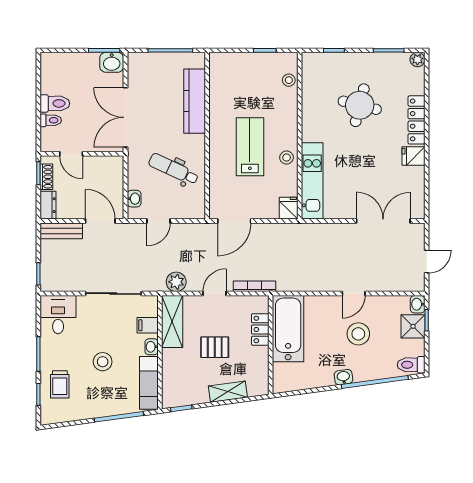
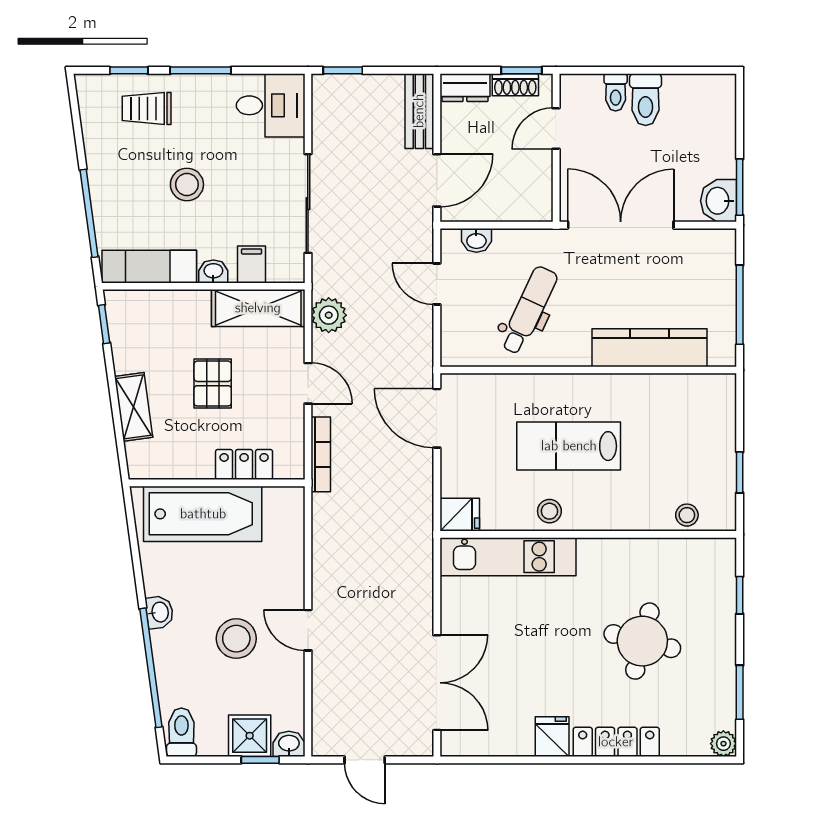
lab bench: (250, 147) -> (569, 446), turned 180
bathtub: (288, 329) -> (203, 514), moved

